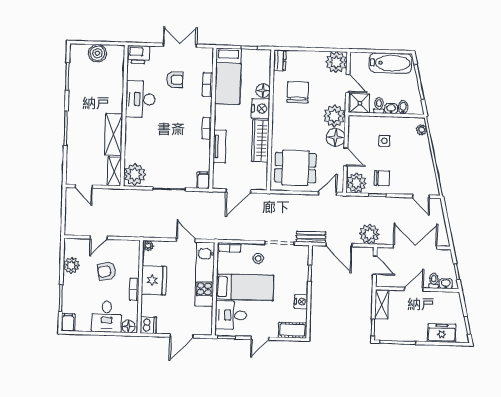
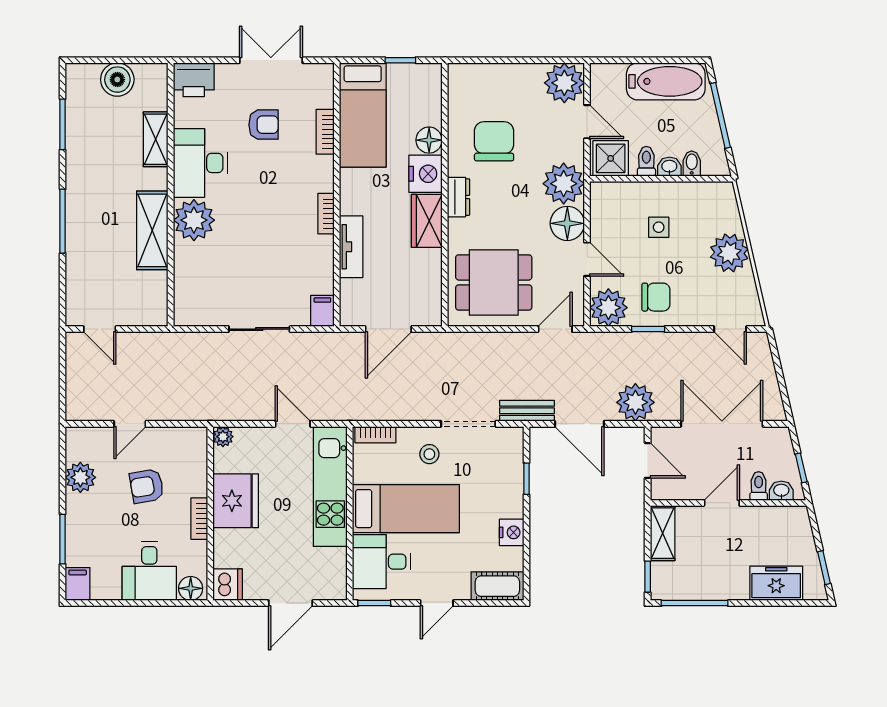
dresser: (280, 60) -> (458, 197), moved
plant: (422, 130) -> (729, 253), moved, width x1.87, depth x1.87
wardrobe: (260, 141) -> (427, 221), width x0.67
shelving: (114, 171) -> (156, 139), moved
plant: (135, 174) -> (194, 220), moved

